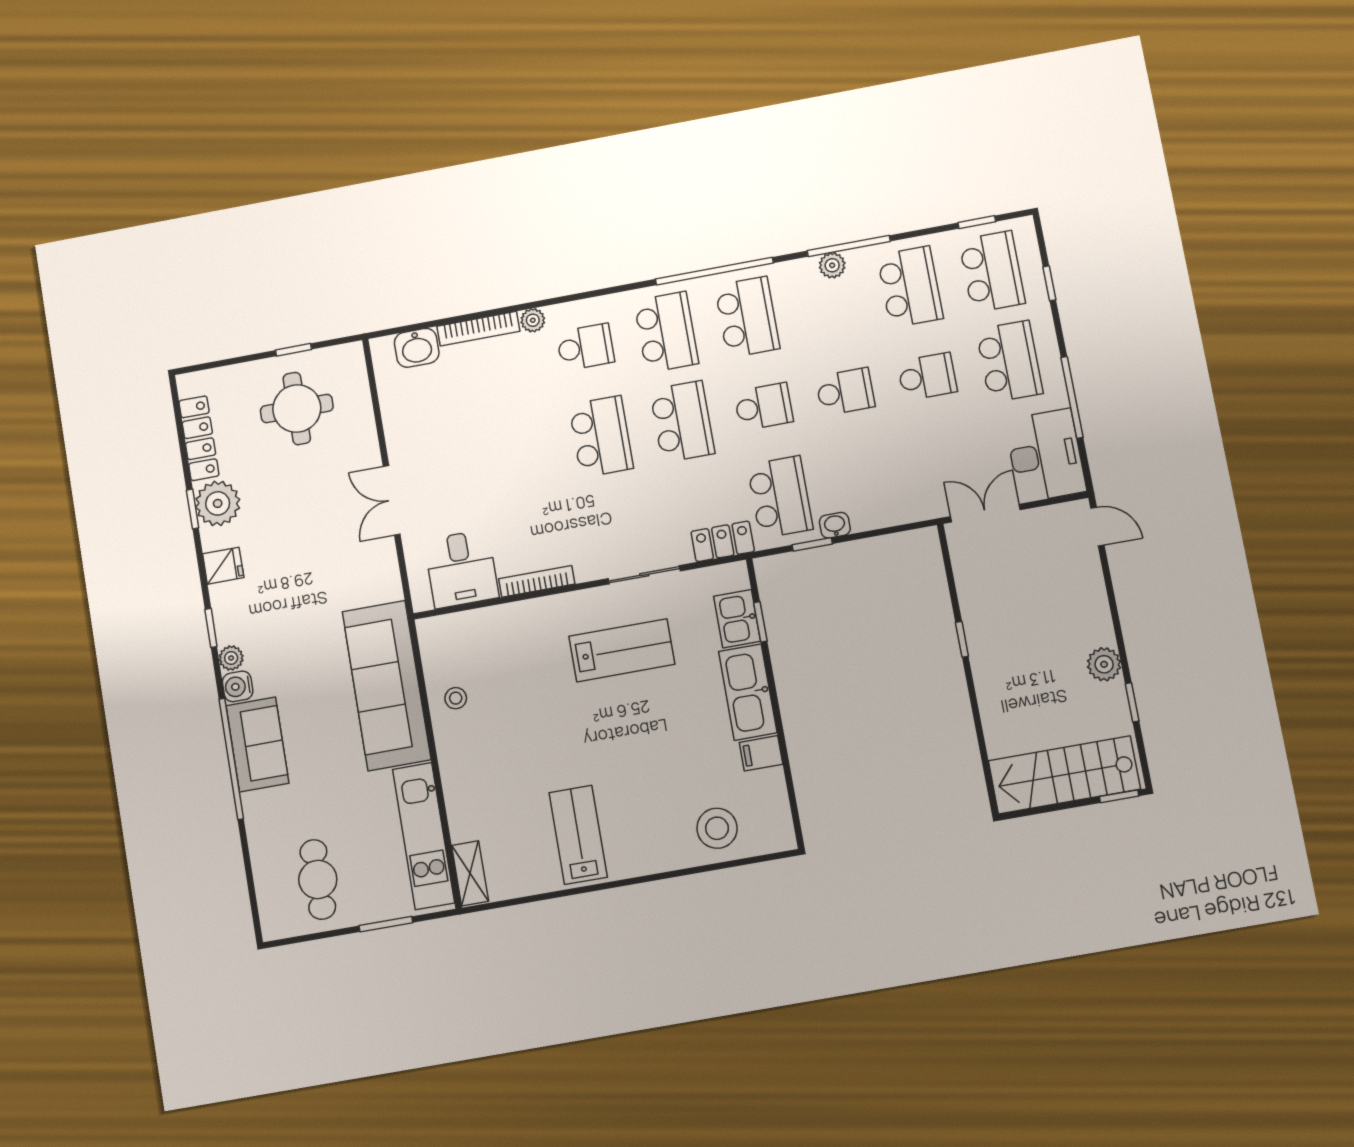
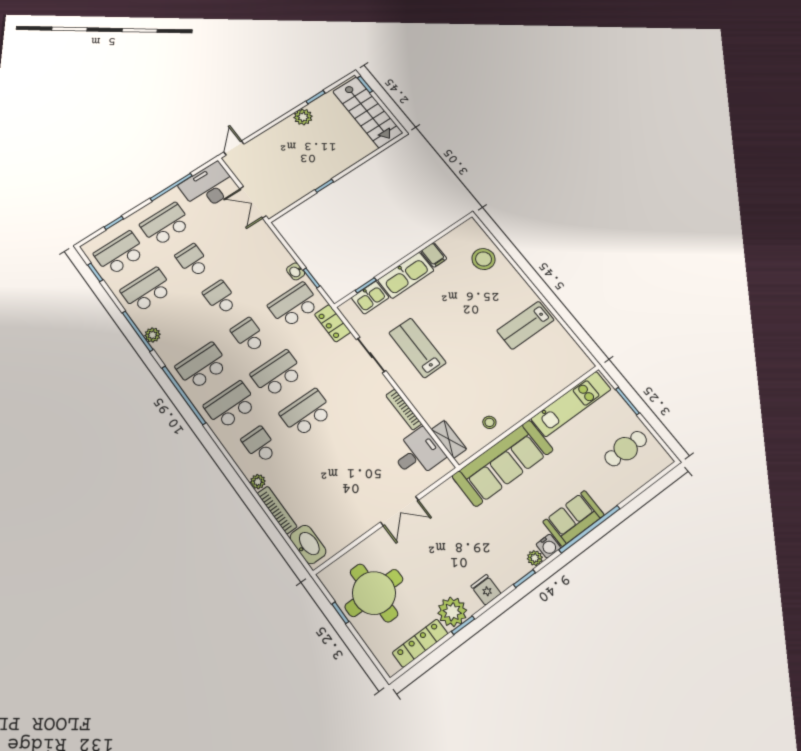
washbasin: (417, 348) -> (308, 544), width x1.38
round table: (297, 409) -> (374, 593), width x1.36, depth x1.36
shelving: (470, 873) -> (449, 439), moved, turned 90

